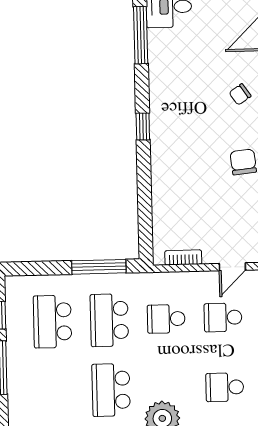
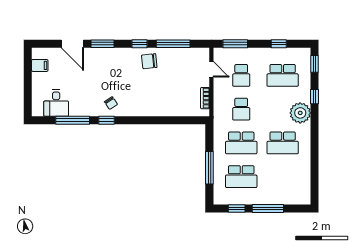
chair: (240, 94) -> (111, 103), moved
window: (143, 127) -> (107, 120), moved
window: (99, 267) -> (209, 168), moved
school desk: (225, 387) -> (283, 75), width x1.85

